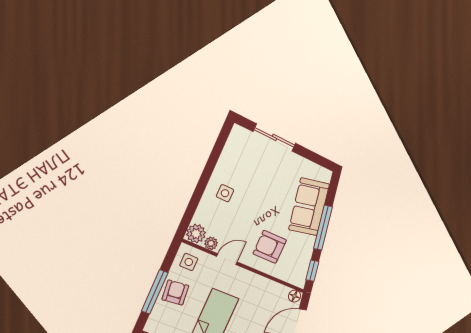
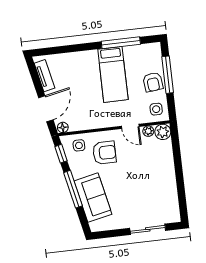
side table: (225, 193) -> (79, 145), moved
door: (227, 259) -> (130, 126), hinge flipped

